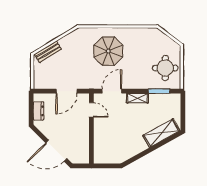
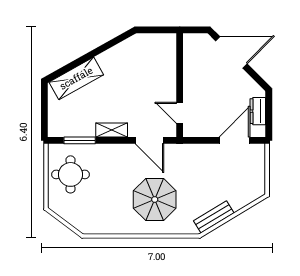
bench: (48, 52) -> (214, 217), moved
door: (66, 91) -> (235, 140), moved
door: (112, 91) -> (149, 140), hinge flipped

